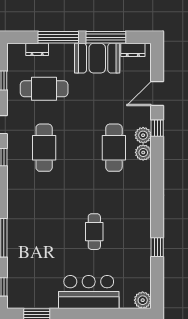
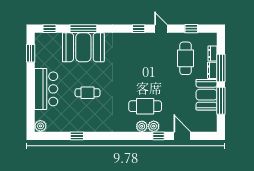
dresser: (133, 50) -> (212, 70), moved
cafe table: (44, 148) -> (145, 58), removed
booth: (28, 238) -> (83, 47), added

